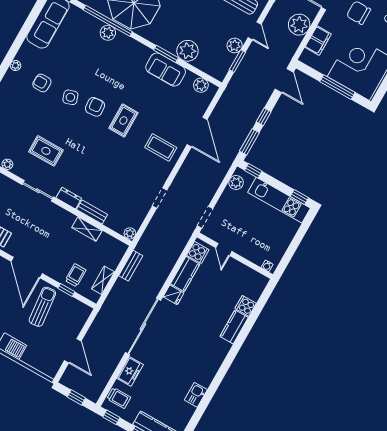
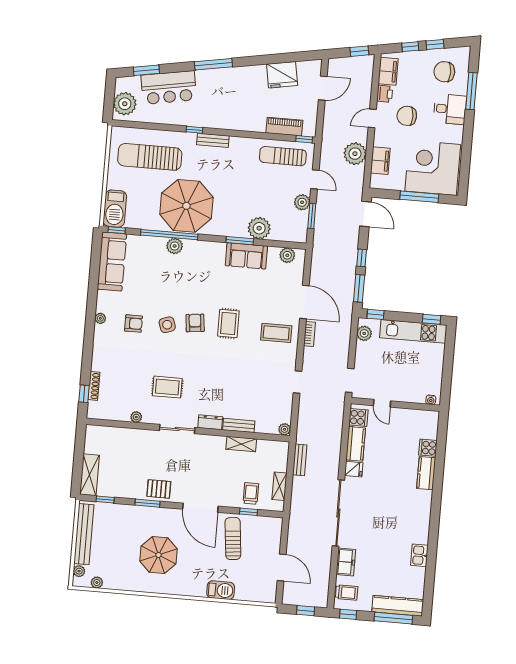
armchair: (42, 83) -> (133, 324), turned 180
bookcase: (189, 161) -> (309, 334), added

